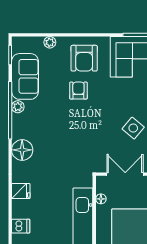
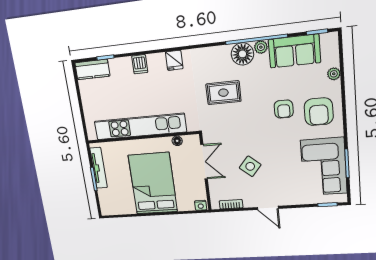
armchair: (84, 58) -> (319, 112), turned -90
armchair: (78, 91) -> (284, 109), turned 90
rug: (57, 147) -> (223, 93), added
floor lamp: (22, 150) -> (242, 54), moved

